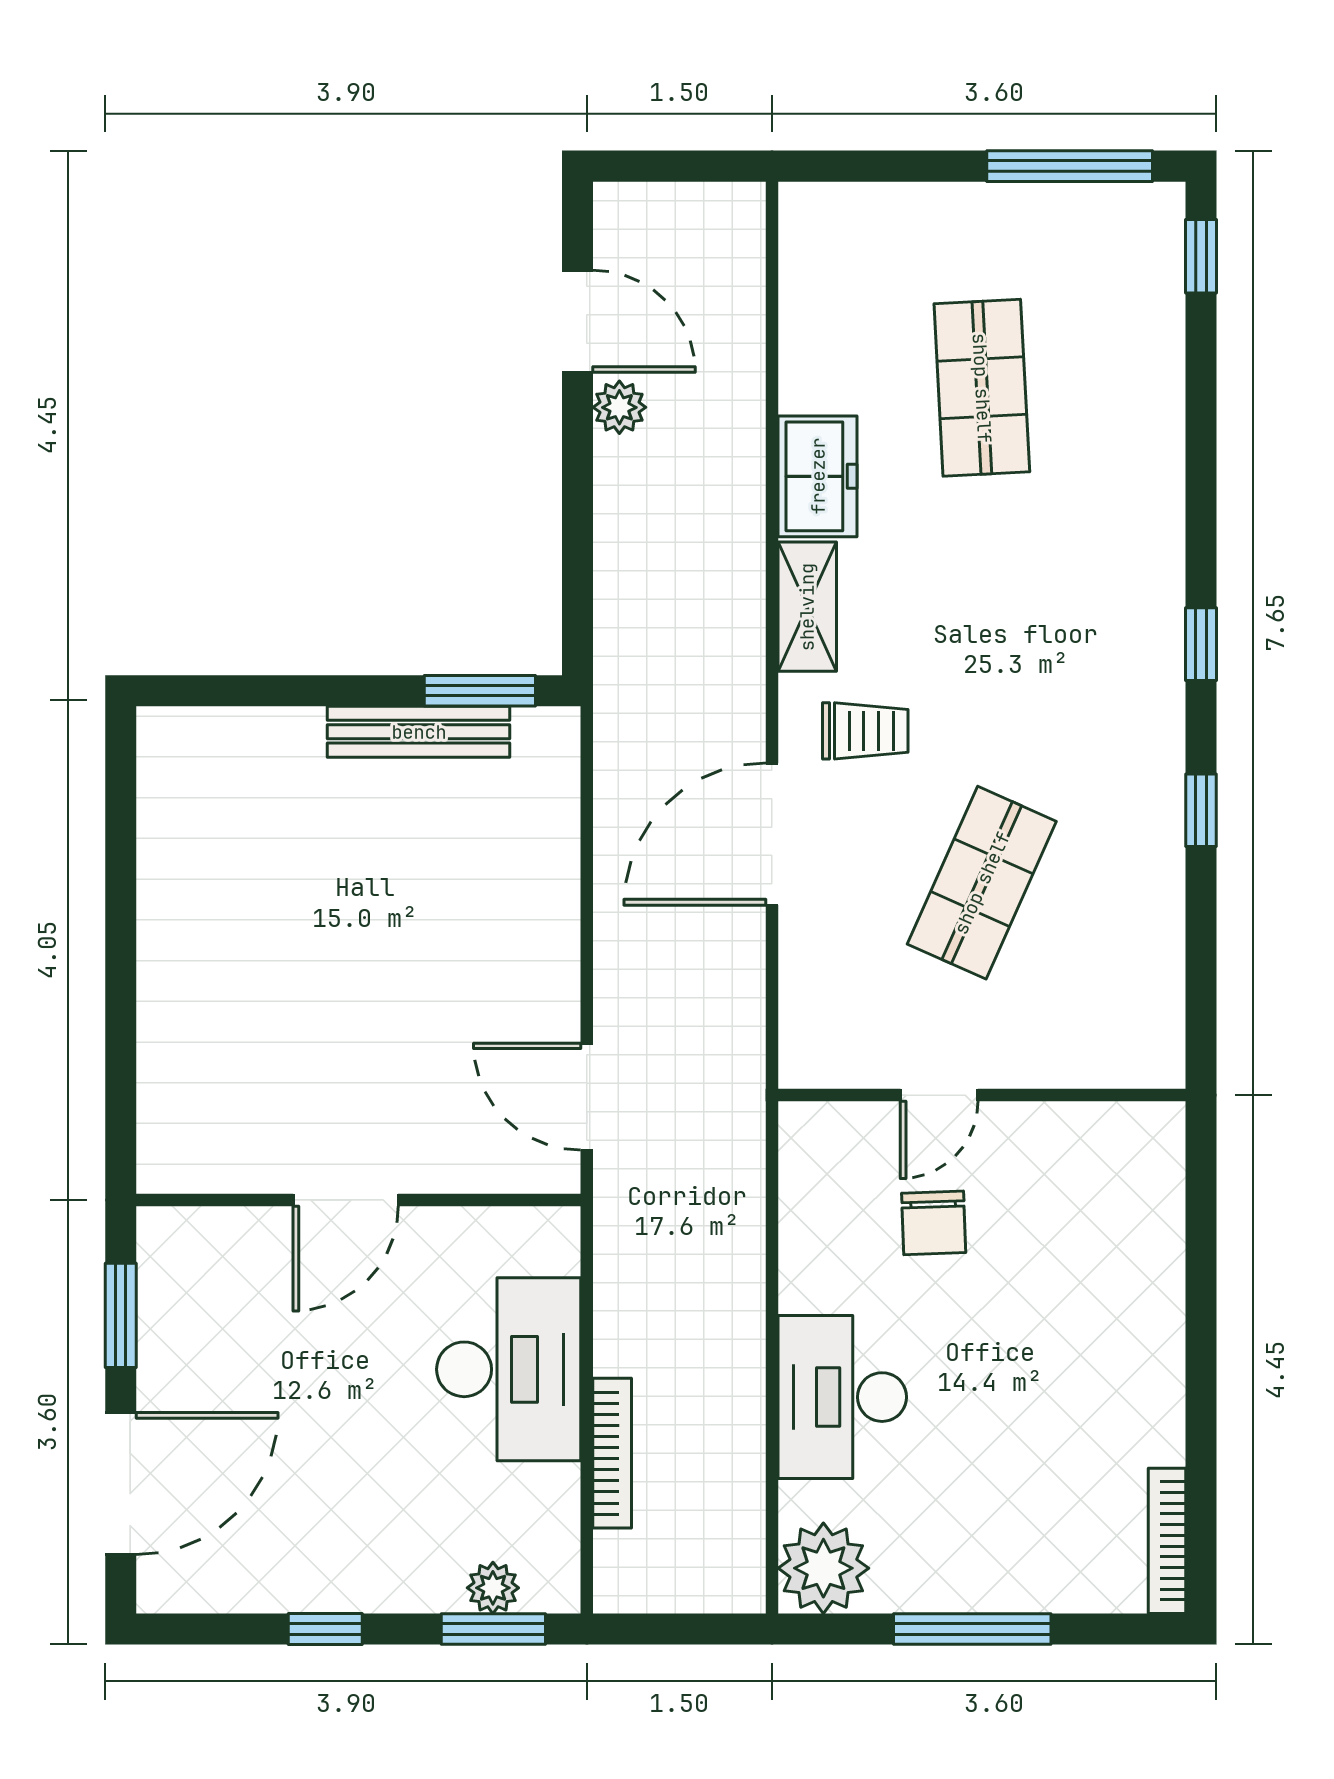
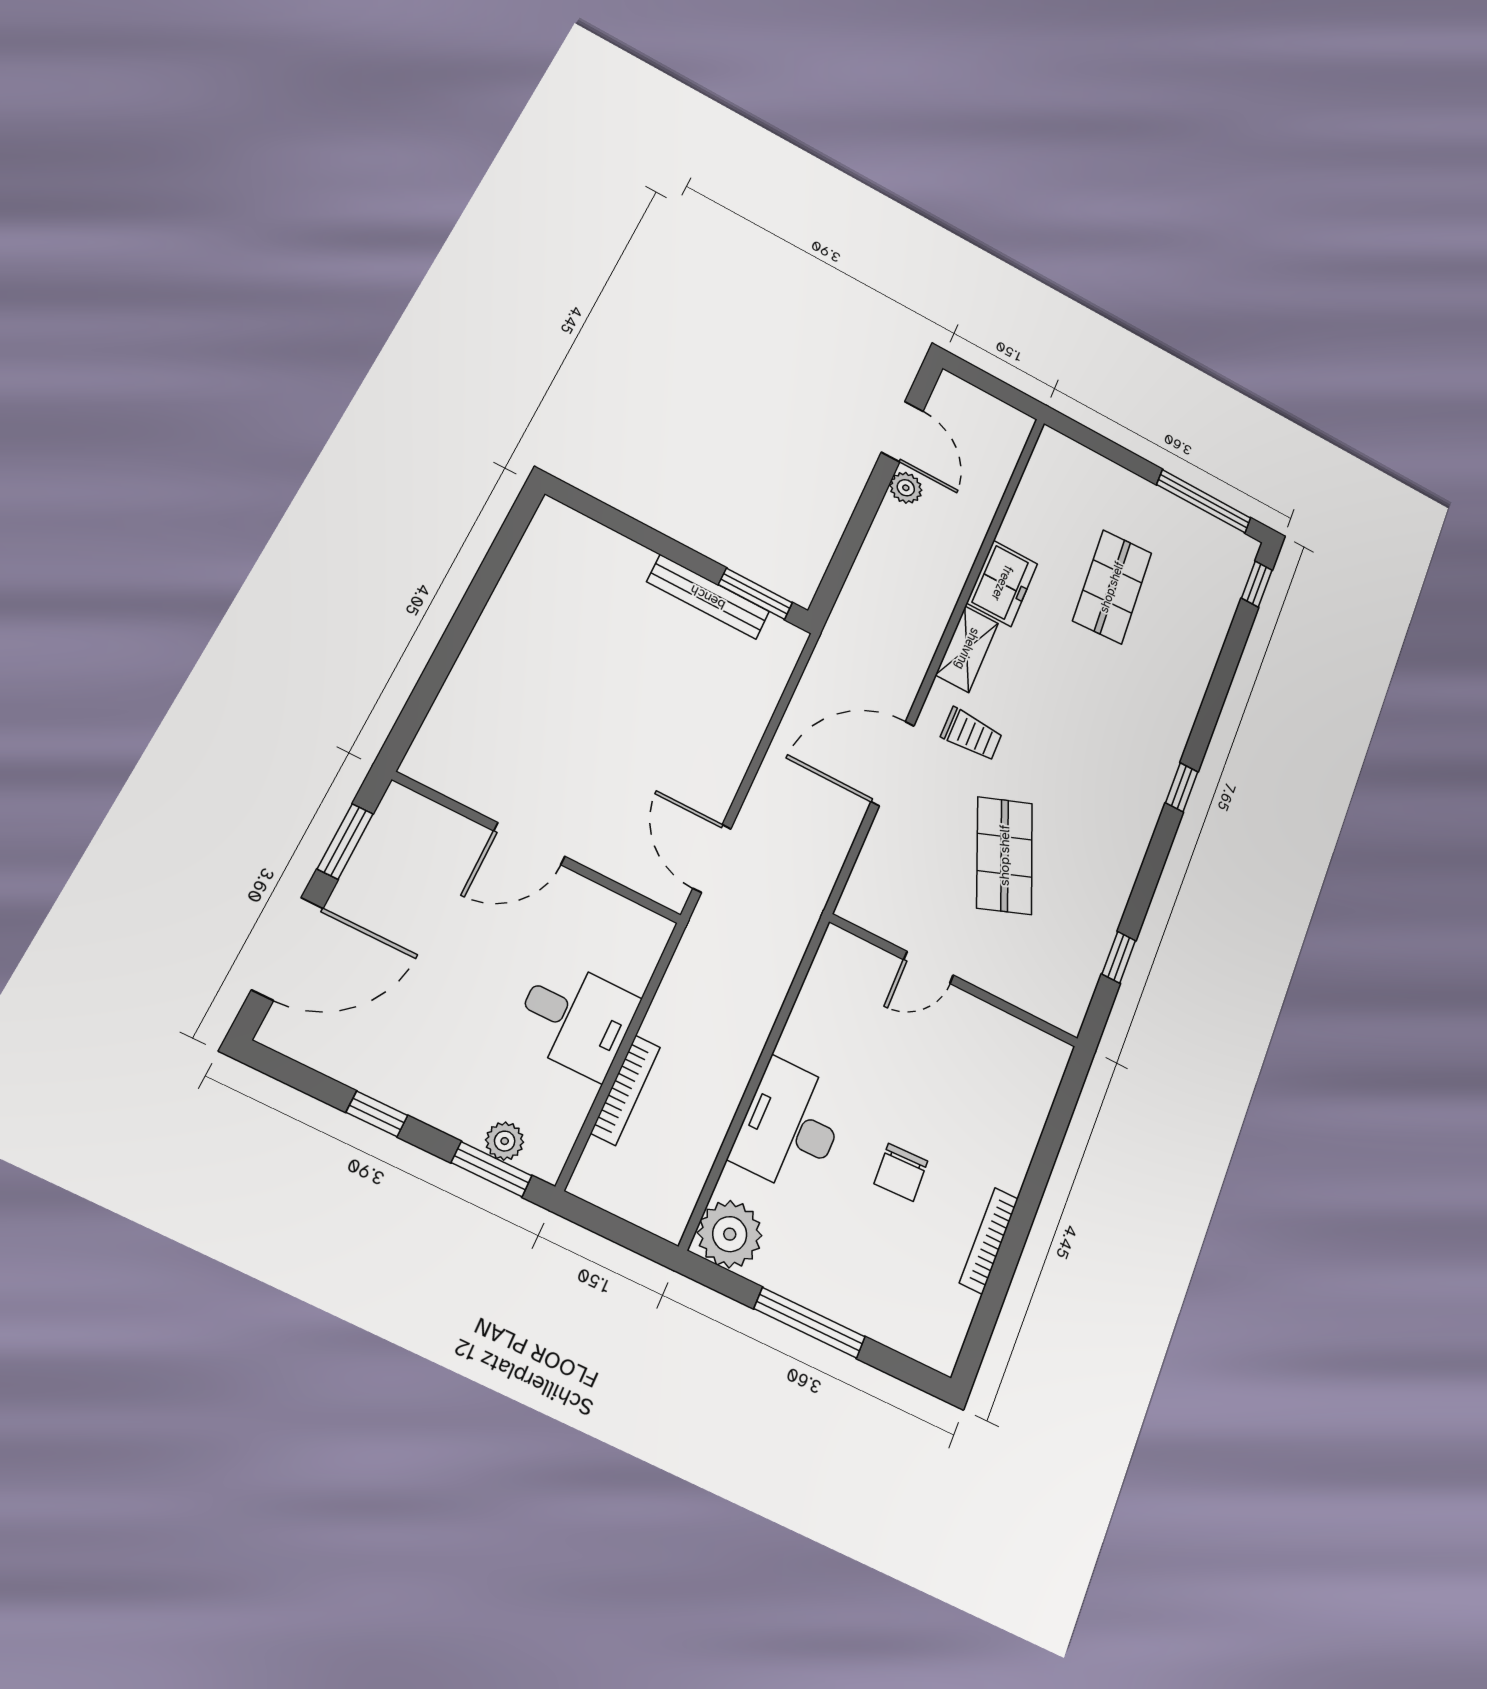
window: (1201, 810) -> (1119, 957), moved
shop shelf: (982, 883) -> (1005, 855), turned -45
chair: (934, 1223) -> (901, 1172), moved
desk: (509, 1369) -> (576, 1018), width x0.73
bookcase: (1167, 1541) -> (989, 1241), moved

